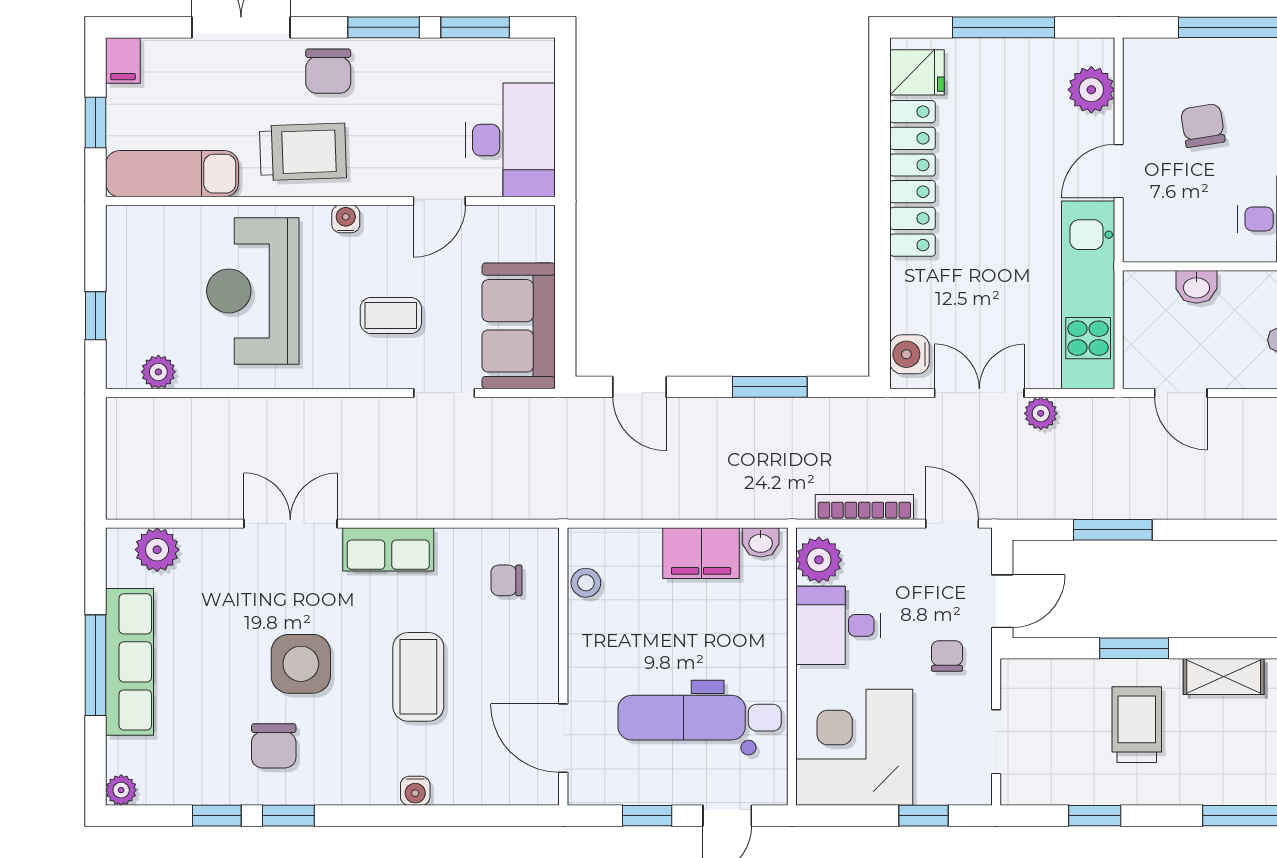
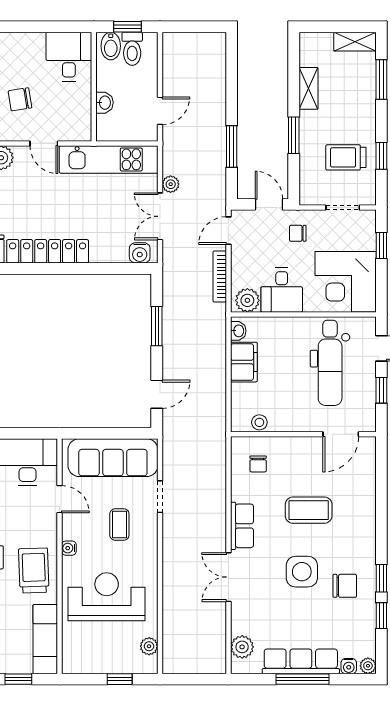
reception desk: (253, 291) -> (107, 597), turned 180
sofa: (519, 326) -> (113, 458), width x1.36
trolley: (1137, 725) -> (346, 157), moved
water cooler: (415, 791) -> (349, 666), moved, turned 90

